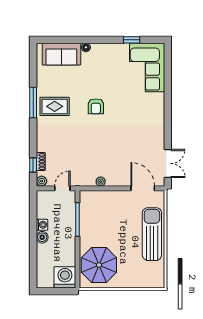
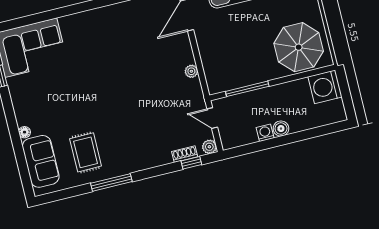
rug: (55, 106) -> (86, 152), moved
armchair: (96, 106) -> (97, 101), removed

